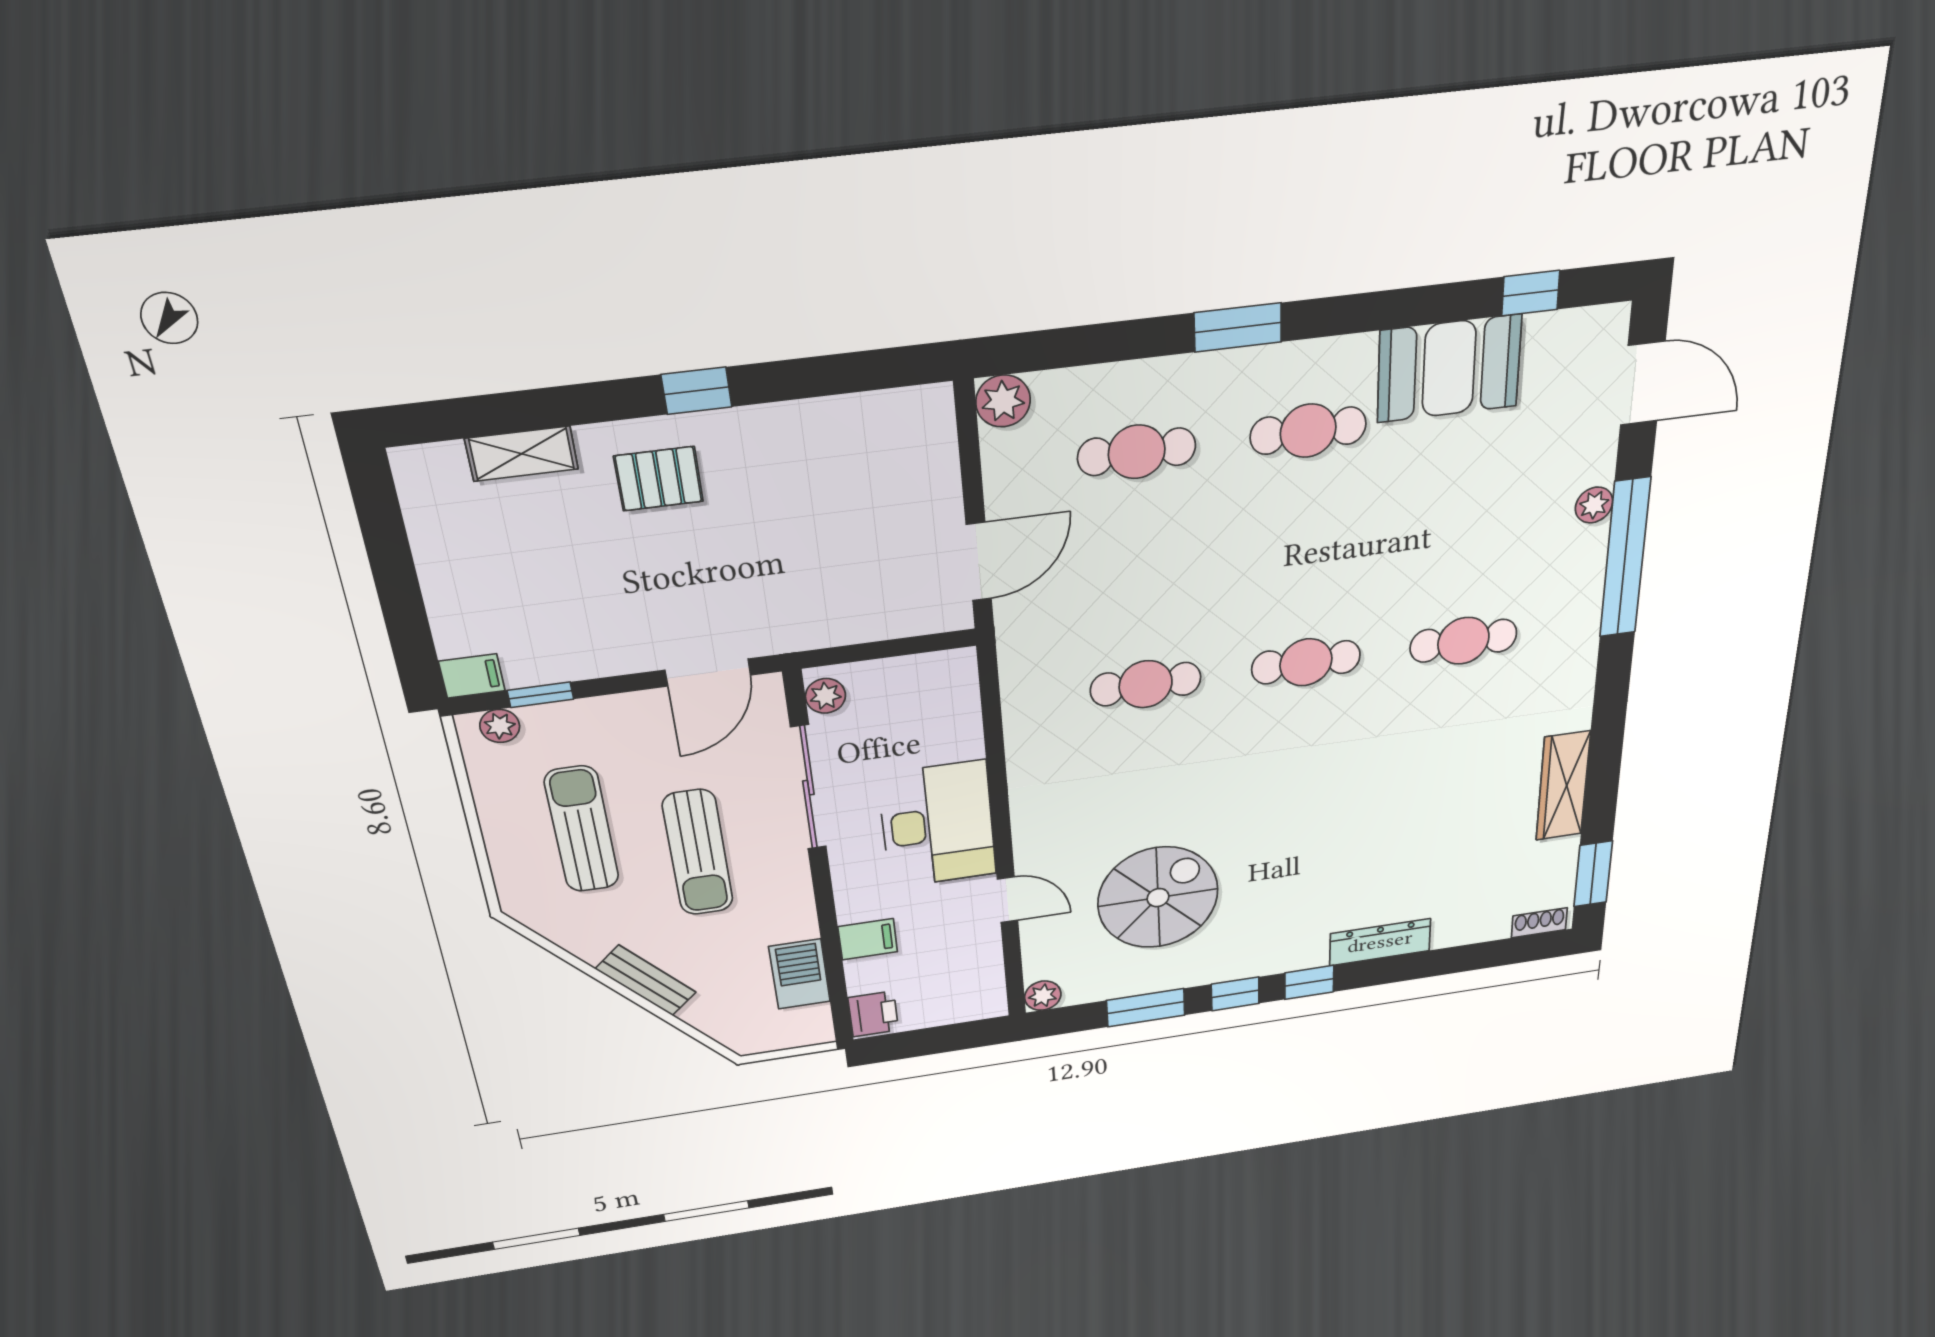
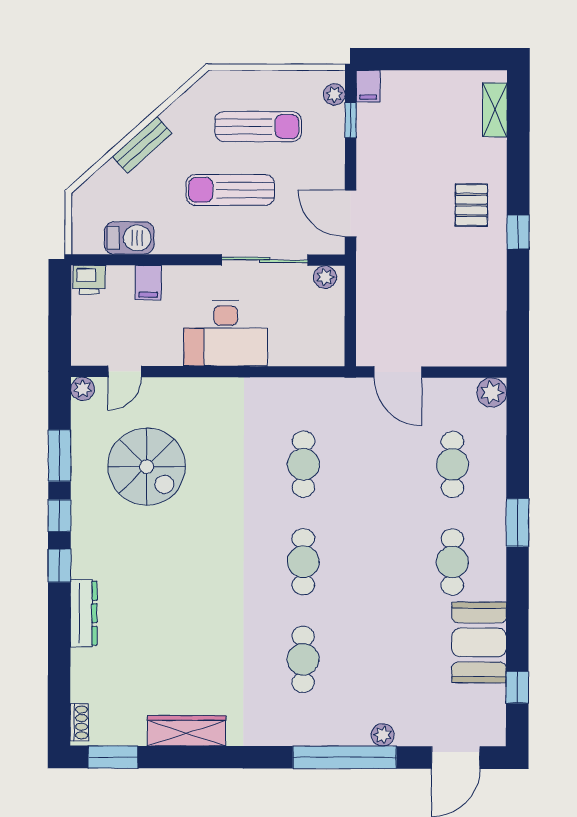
shelving: (522, 454) -> (495, 110), moved
door: (1008, 900) -> (125, 371), moved

